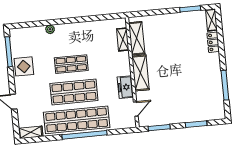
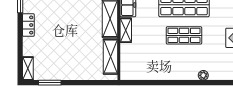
shelving: (123, 39) -> (126, 30), moved
locker: (213, 42) -> (28, 25), moved

